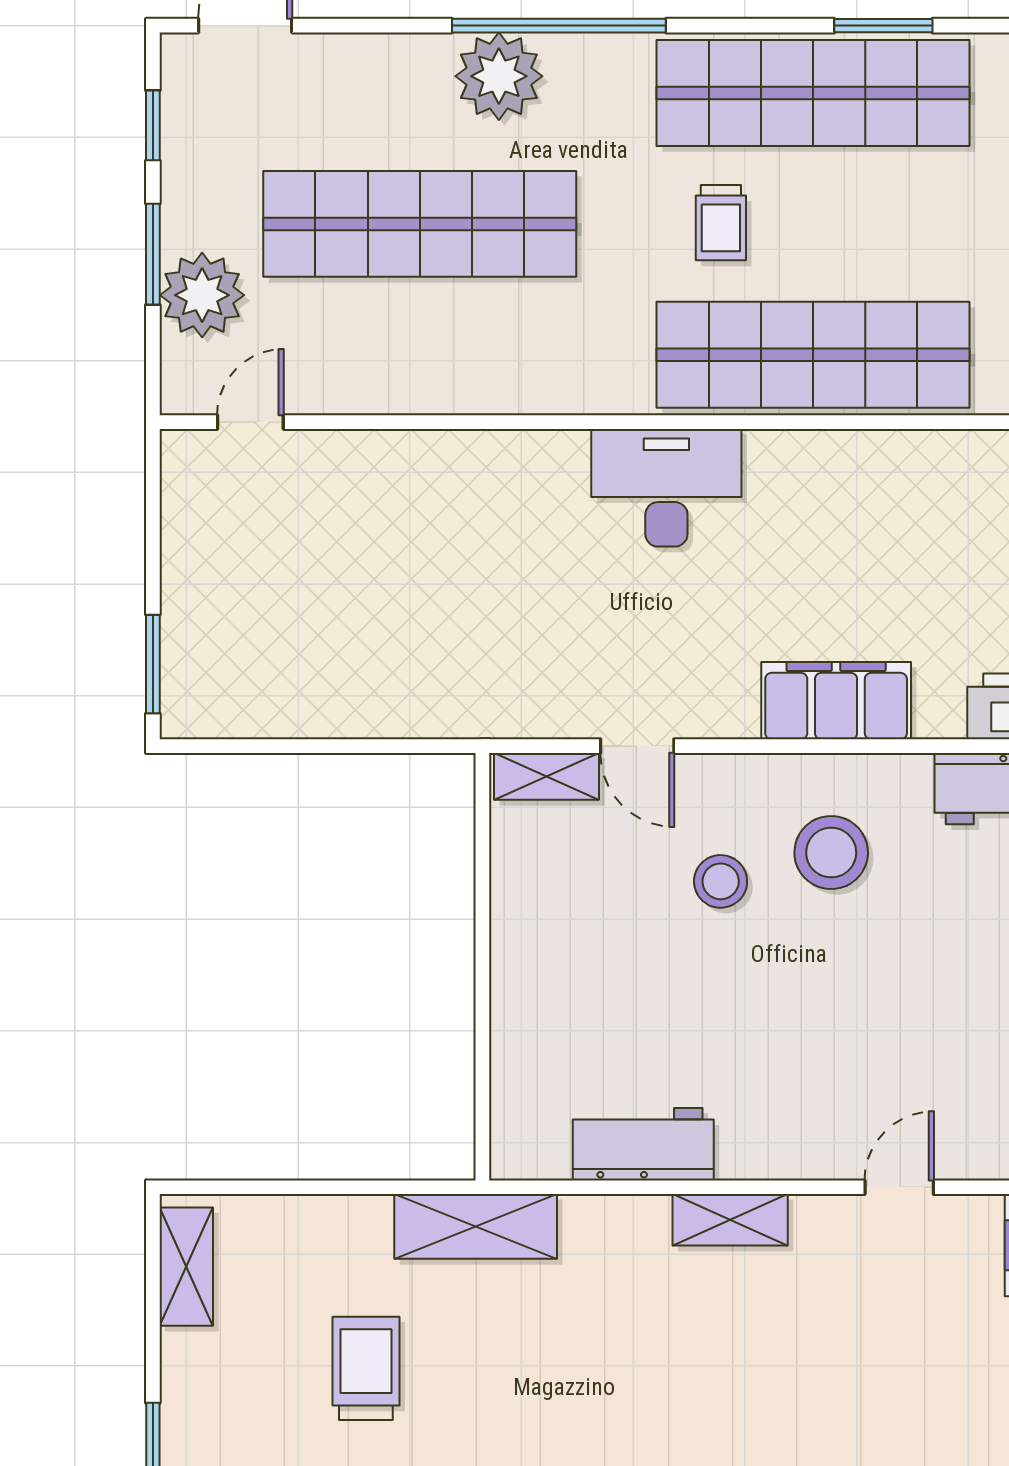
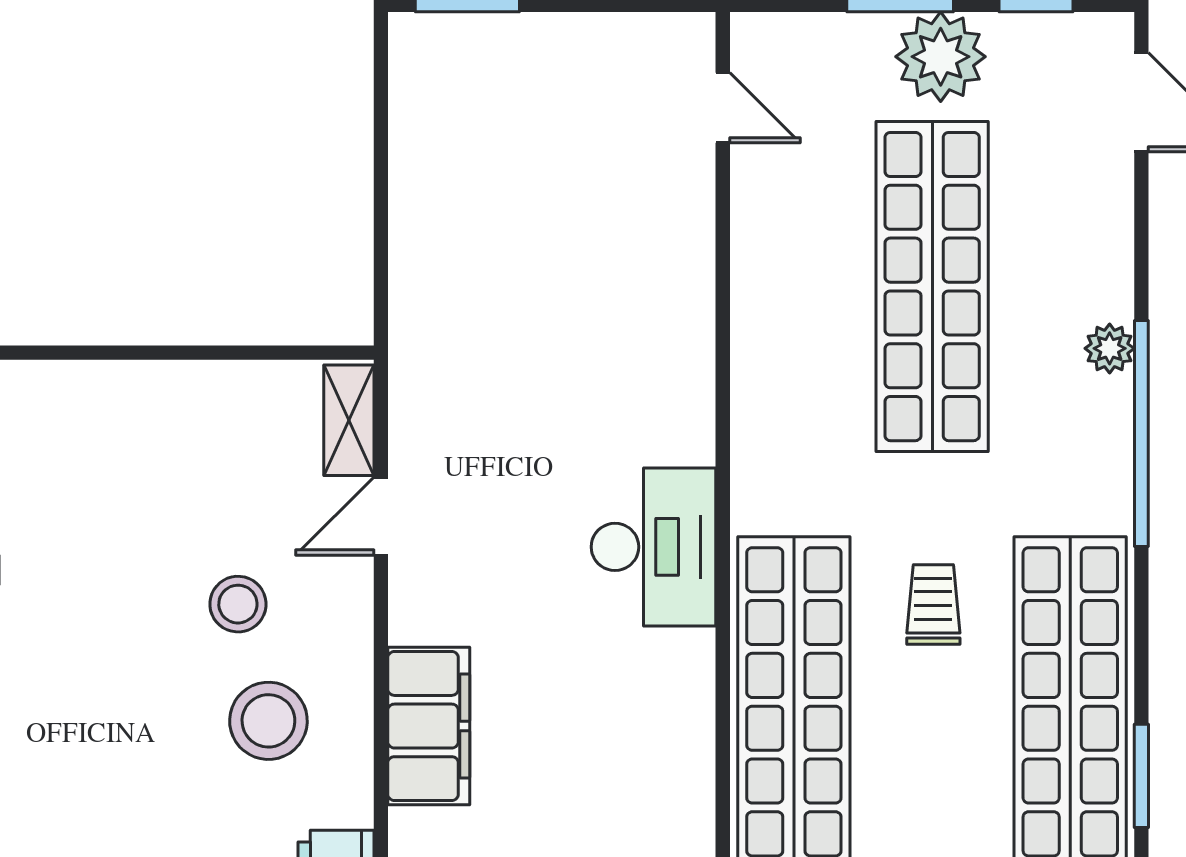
plant: (499, 76) -> (1110, 348), width x0.53, depth x0.53
trolley: (721, 223) -> (933, 604), turned 90
plant: (202, 295) -> (941, 57), moved

